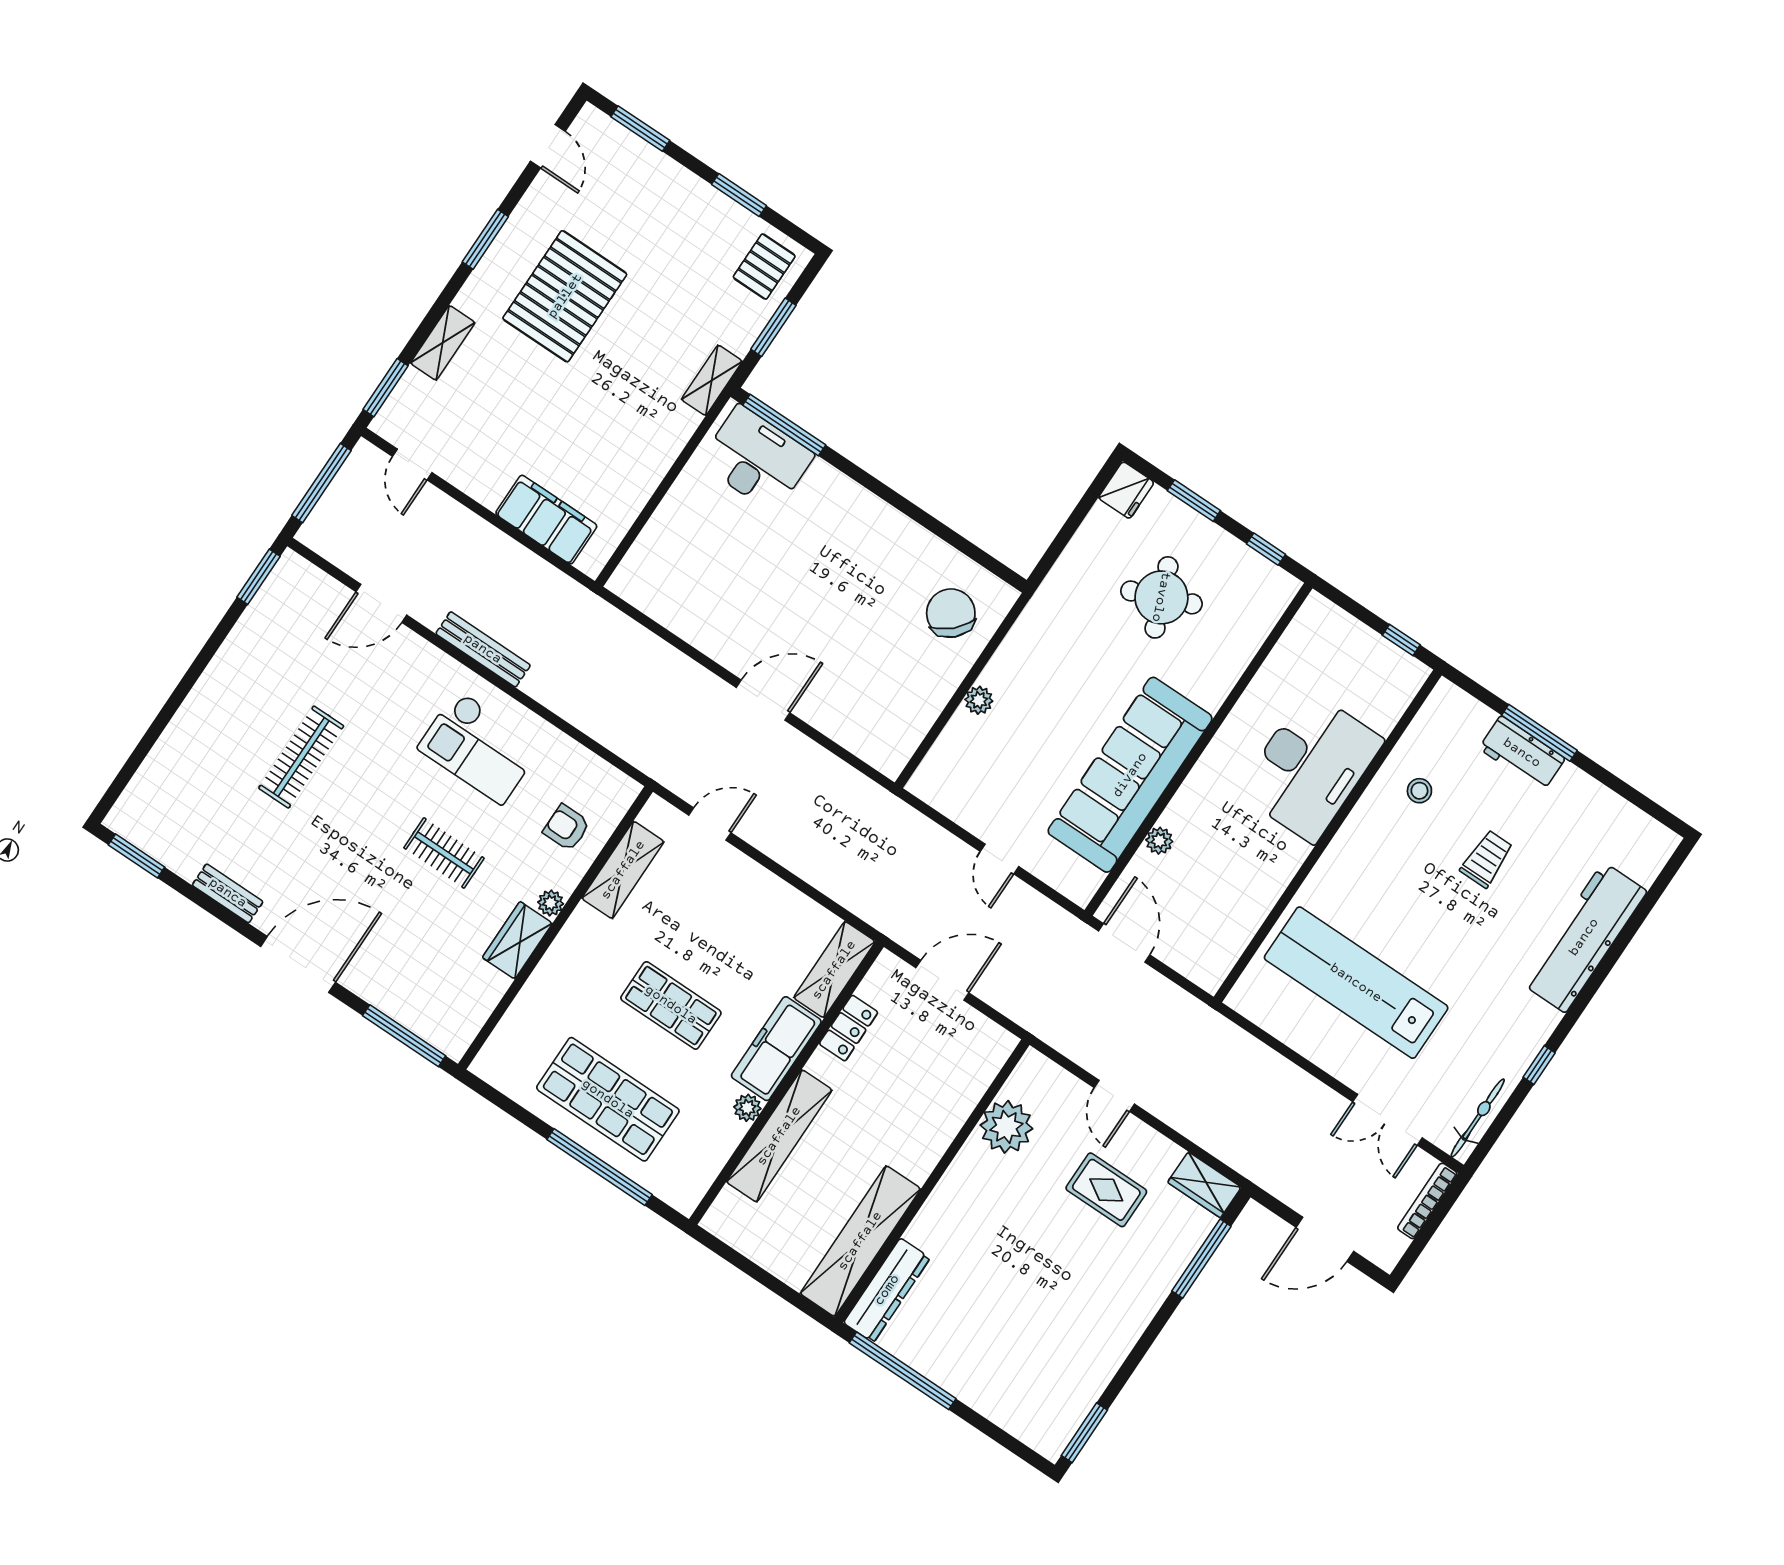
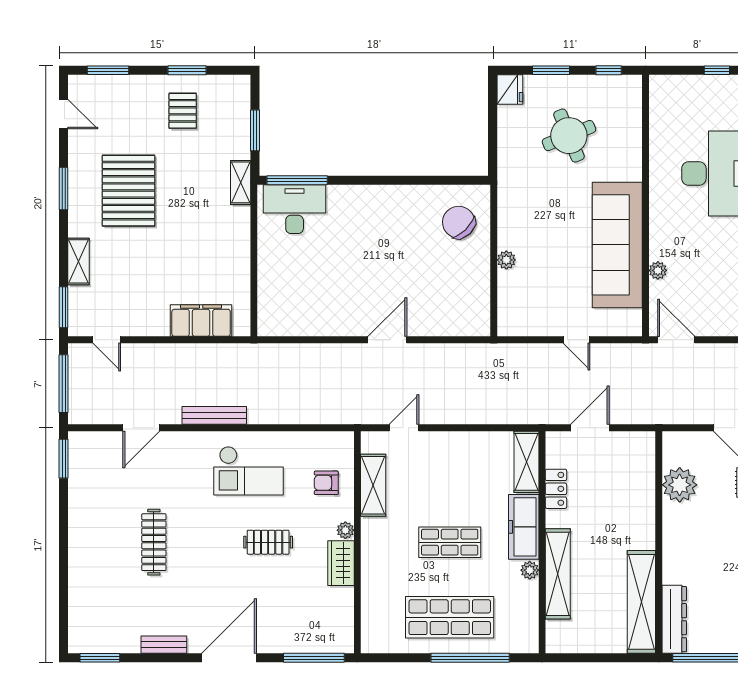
pallet: (764, 267) -> (183, 111), moved

